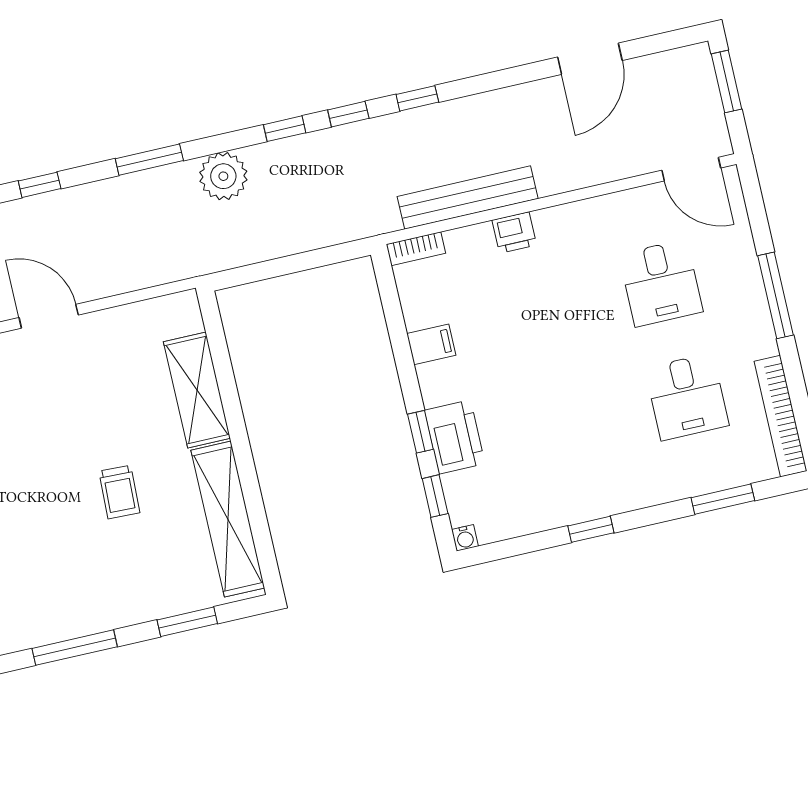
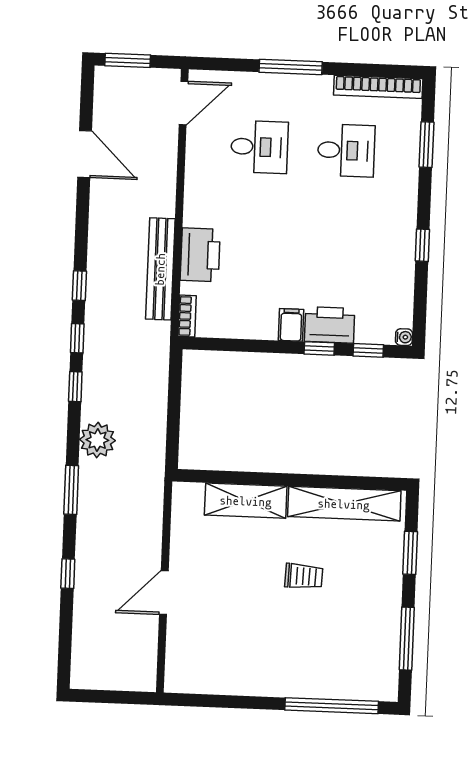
printer: (514, 233) -> (200, 255), width x1.87, depth x1.48
filing cabinet: (431, 344) -> (291, 325), moved

